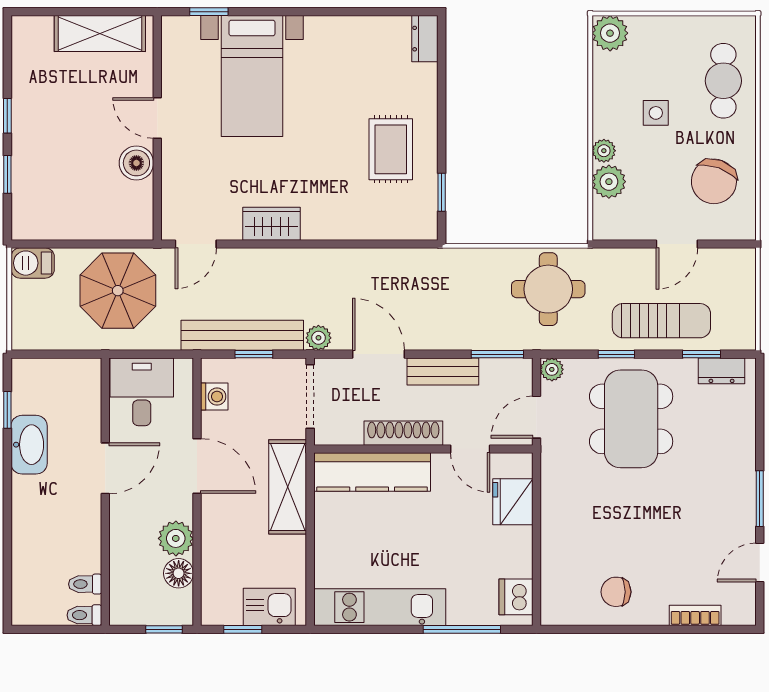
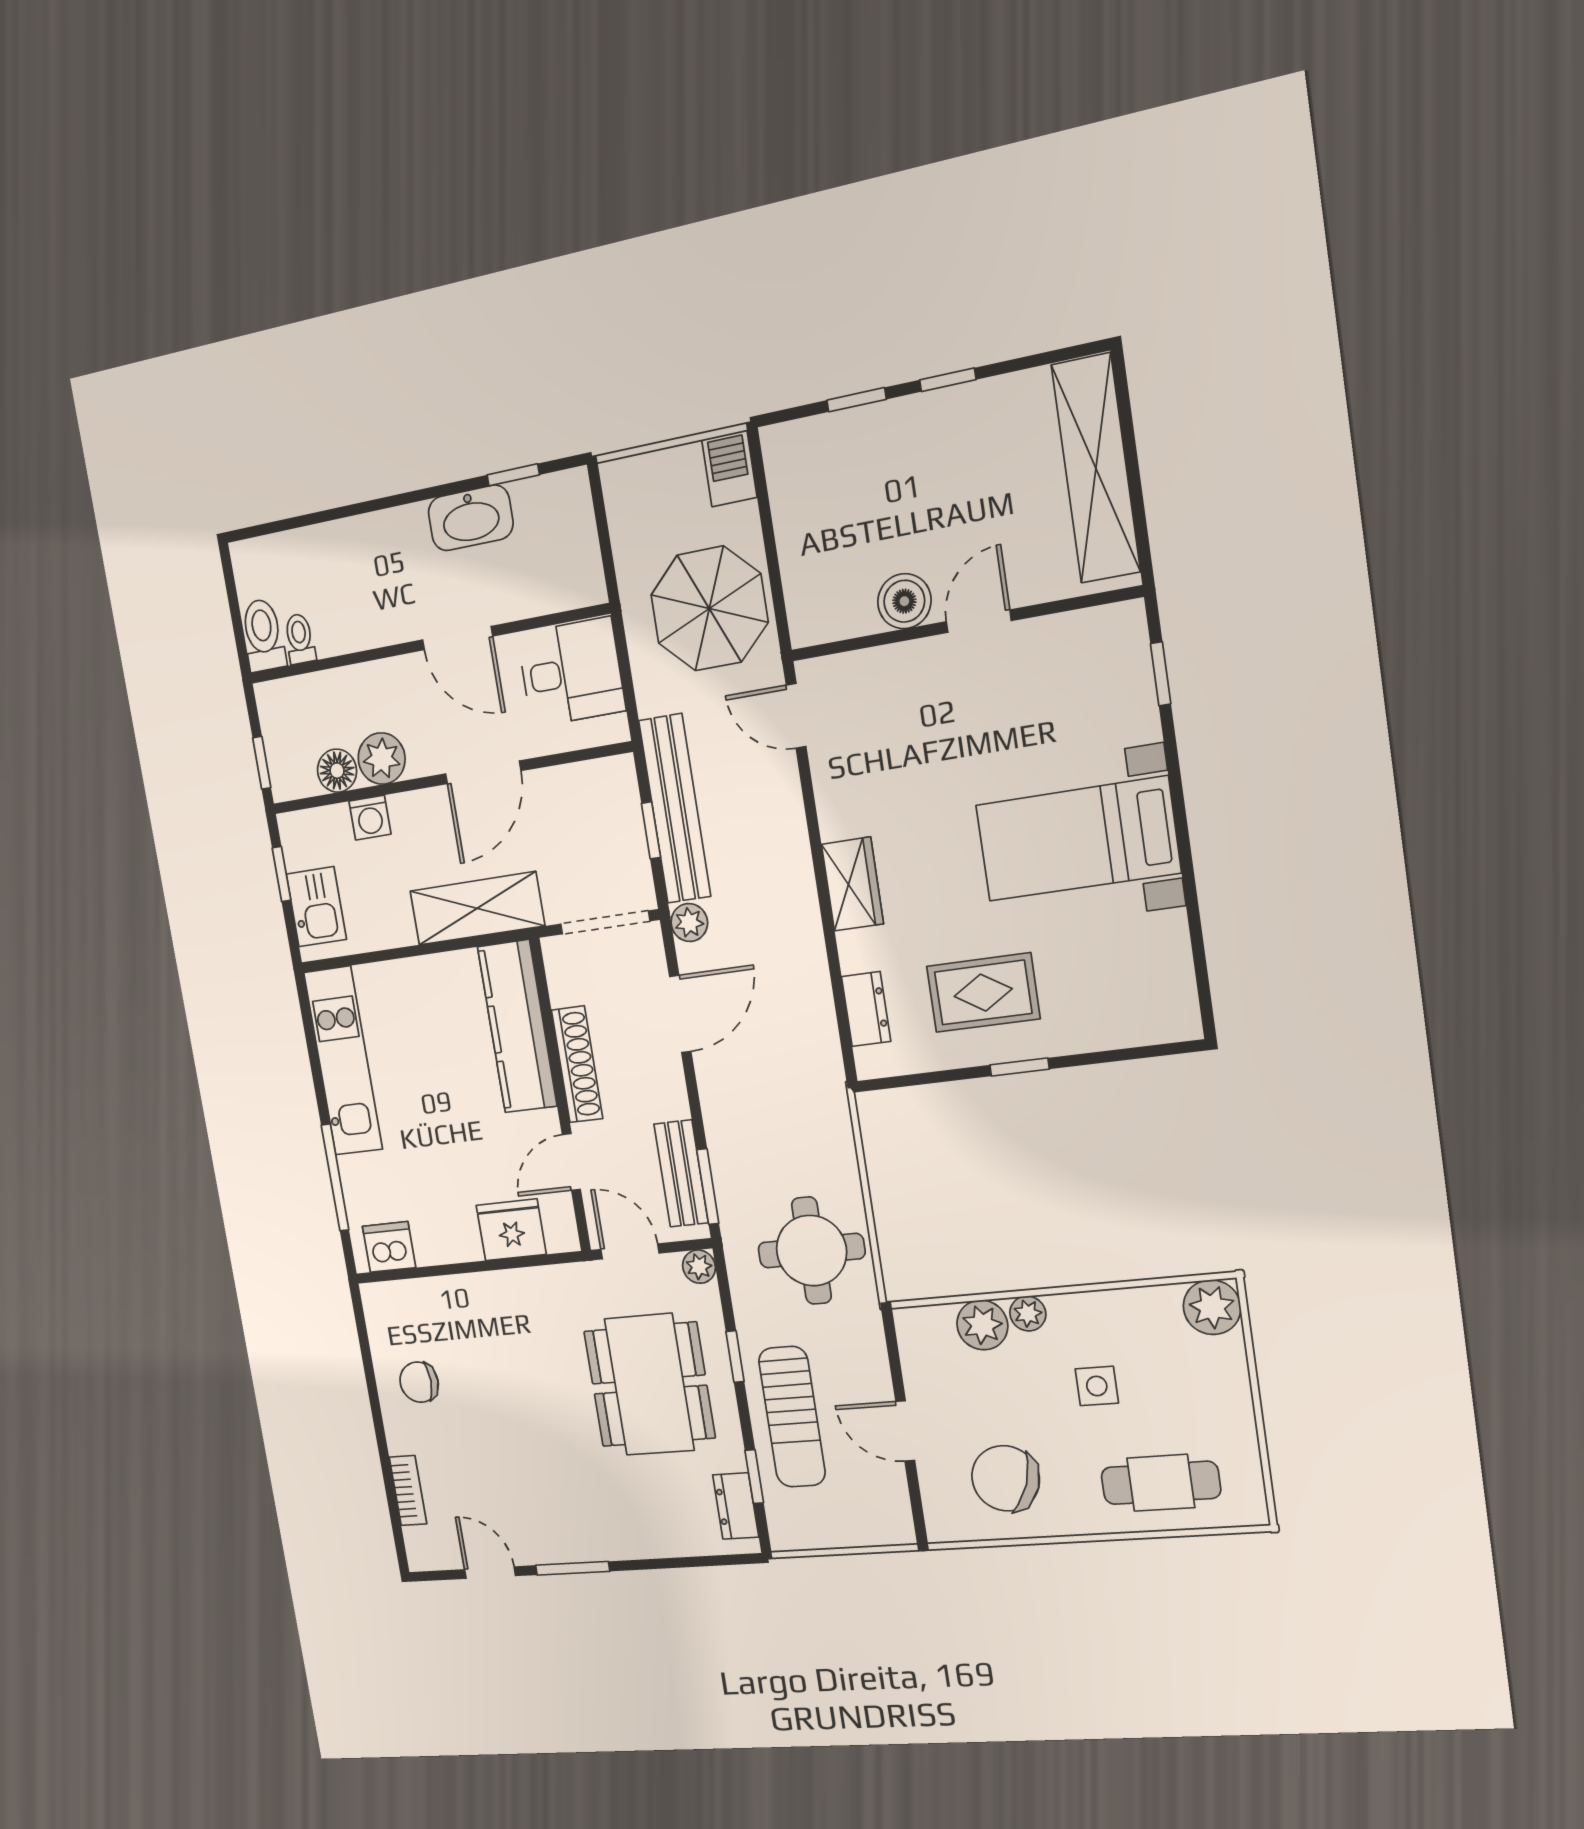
shelving: (100, 33) -> (1096, 468), width x1.47
dresser: (425, 39) -> (866, 1009), moved, turned 90
bed with nightstands: (252, 76) -> (1078, 839), moved
window: (442, 192) -> (1020, 1067), moved
wardrobe: (272, 224) -> (852, 884), moved
bench: (443, 371) -> (681, 1173), moved
washing machine: (214, 397) -> (370, 818), moved
dining table: (631, 419) -> (649, 1384), turned 90
chair: (616, 592) -> (419, 1382), turned -90
toilet: (84, 615) -> (263, 635), width x1.37, depth x1.39

